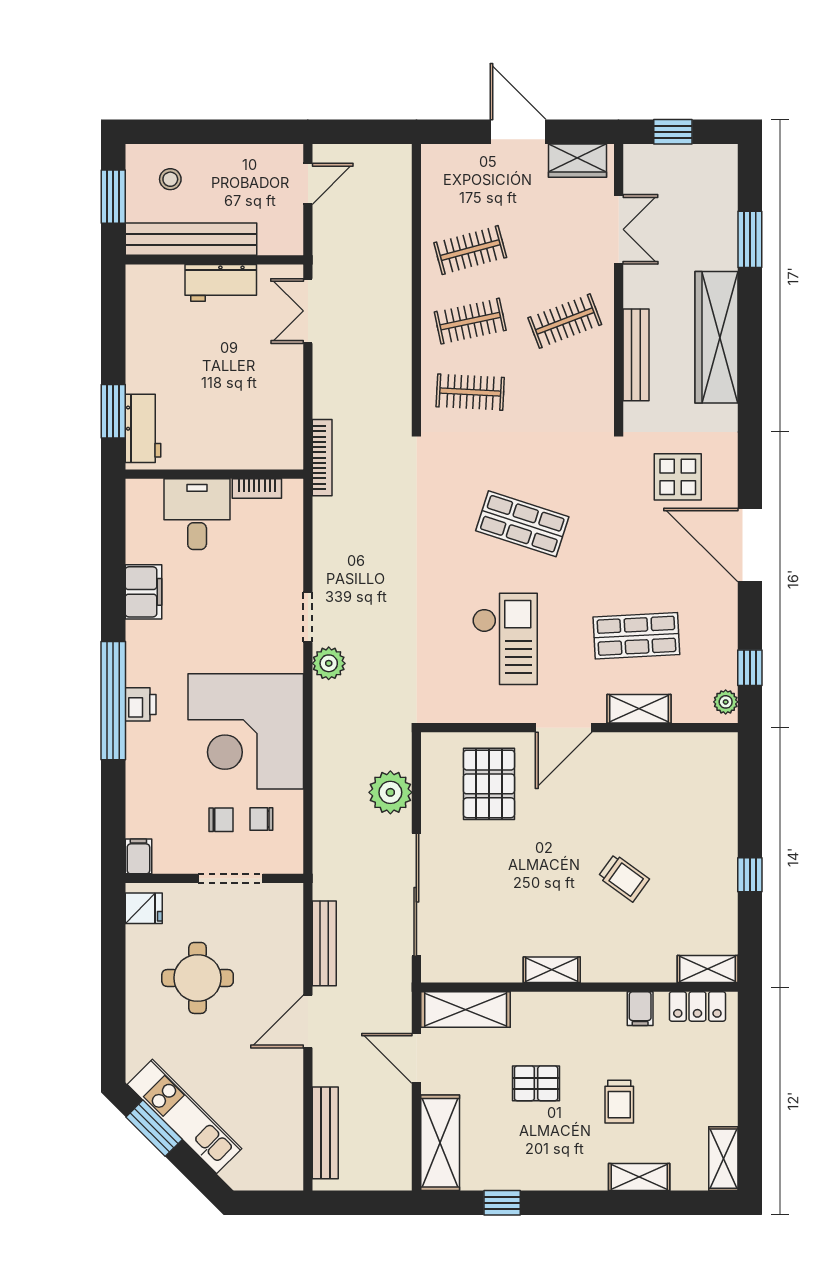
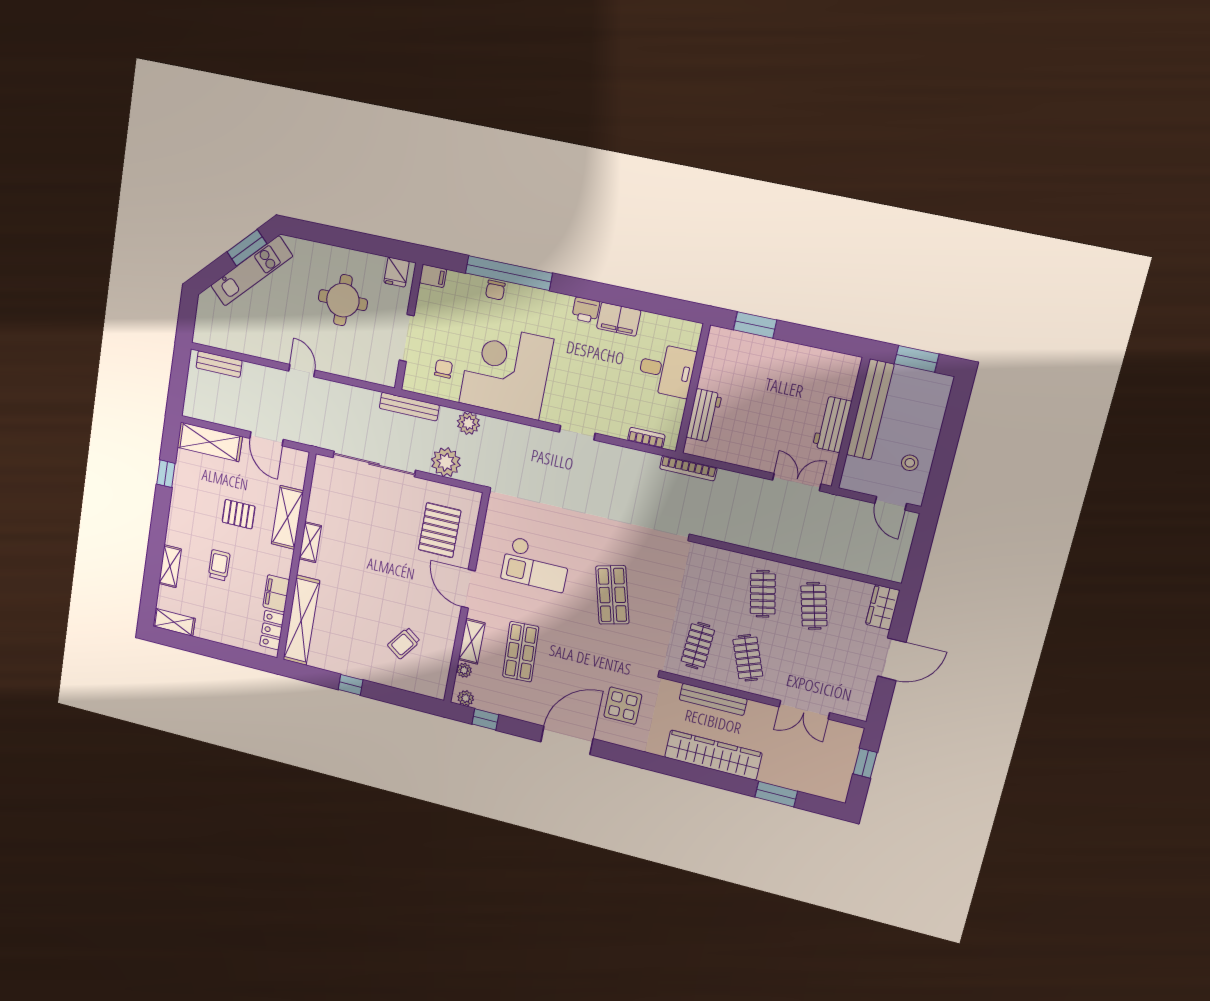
wardrobe: (577, 161) -> (883, 607), moved
stool: (170, 179) -> (910, 463), moved
clothes rail: (470, 392) -> (698, 646), moved
workbench: (143, 428) -> (704, 416), moved, turned -90
bookcase: (257, 488) -> (646, 438), moved, turned 90
shop shelf: (522, 524) -> (612, 595), turned -33
plant: (329, 663) -> (468, 423), moved
window: (113, 701) -> (509, 273), moved
printer: (141, 704) -> (586, 310), moved
plant: (685, 712) -> (464, 670), added
pallet: (489, 784) -> (440, 530), turned 90
chair: (221, 820) -> (495, 290), moved
trolley: (624, 878) -> (404, 643), moved
bench: (324, 943) -> (409, 407), moved
shelving: (708, 969) -> (301, 620), width x2.20, depth x1.33
shelving: (466, 1009) -> (287, 517), moved
filing cabinet: (640, 1009) -> (276, 593), width x2.00
door: (308, 1021) -> (302, 371), width x0.73
door: (416, 1058) -> (266, 439), swing flipped
pallet: (536, 1083) -> (239, 514), turned 90
trolley: (619, 1102) -> (219, 565), turned 90
bench: (325, 1133) -> (219, 364), width x0.73

